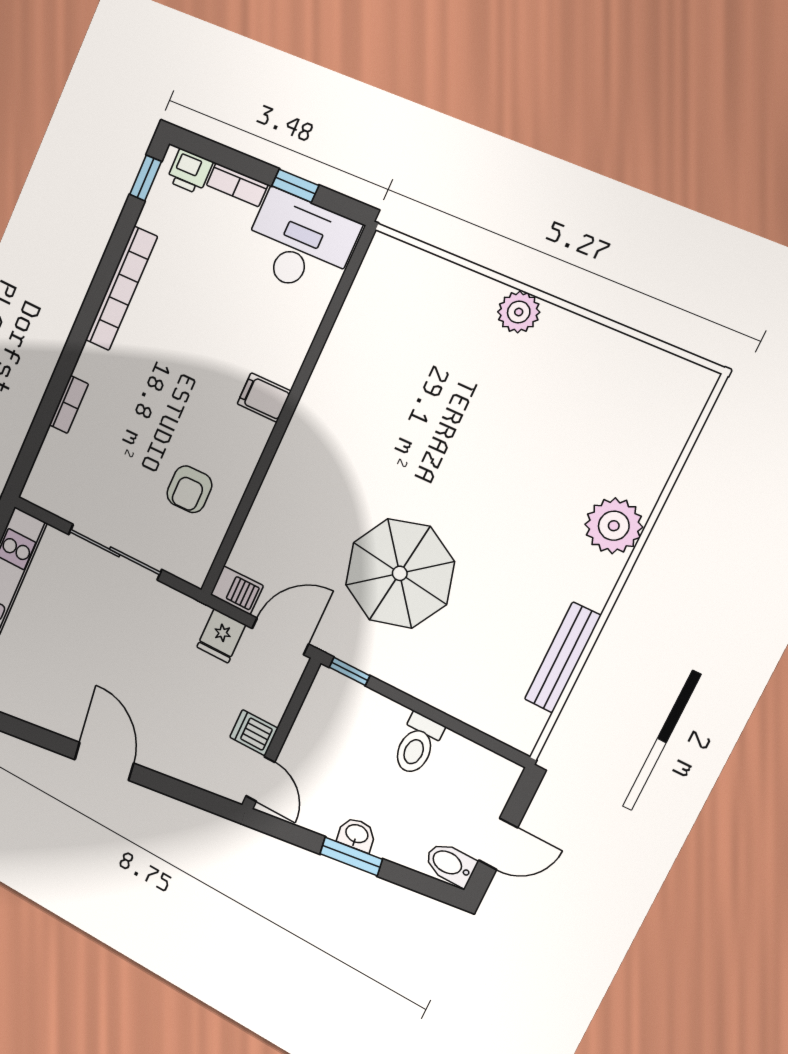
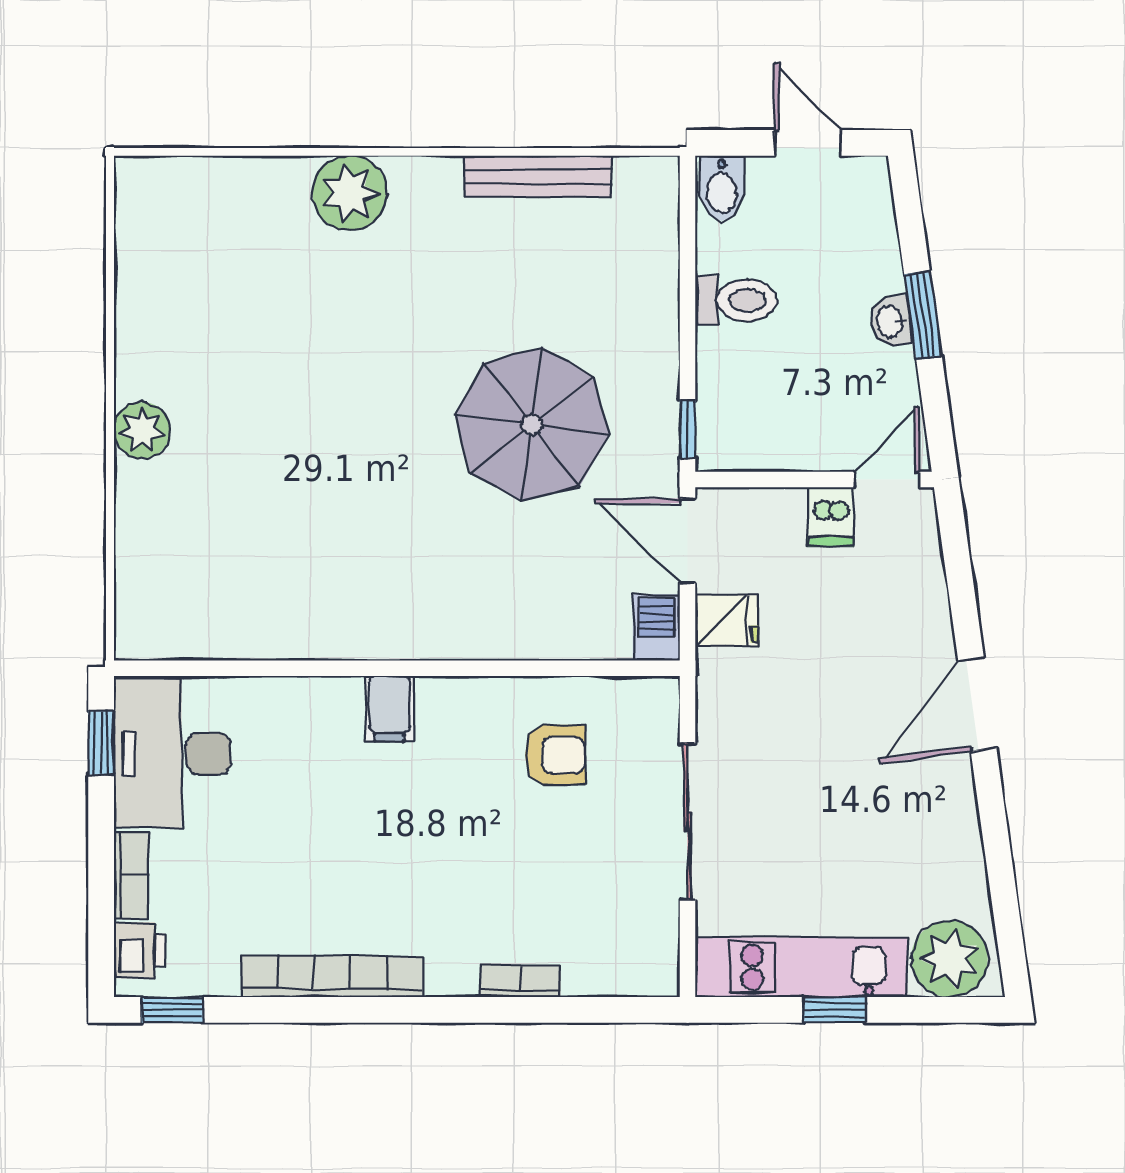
window: (295, 186) -> (101, 743), moved
bidet: (450, 864) -> (722, 188), moved

